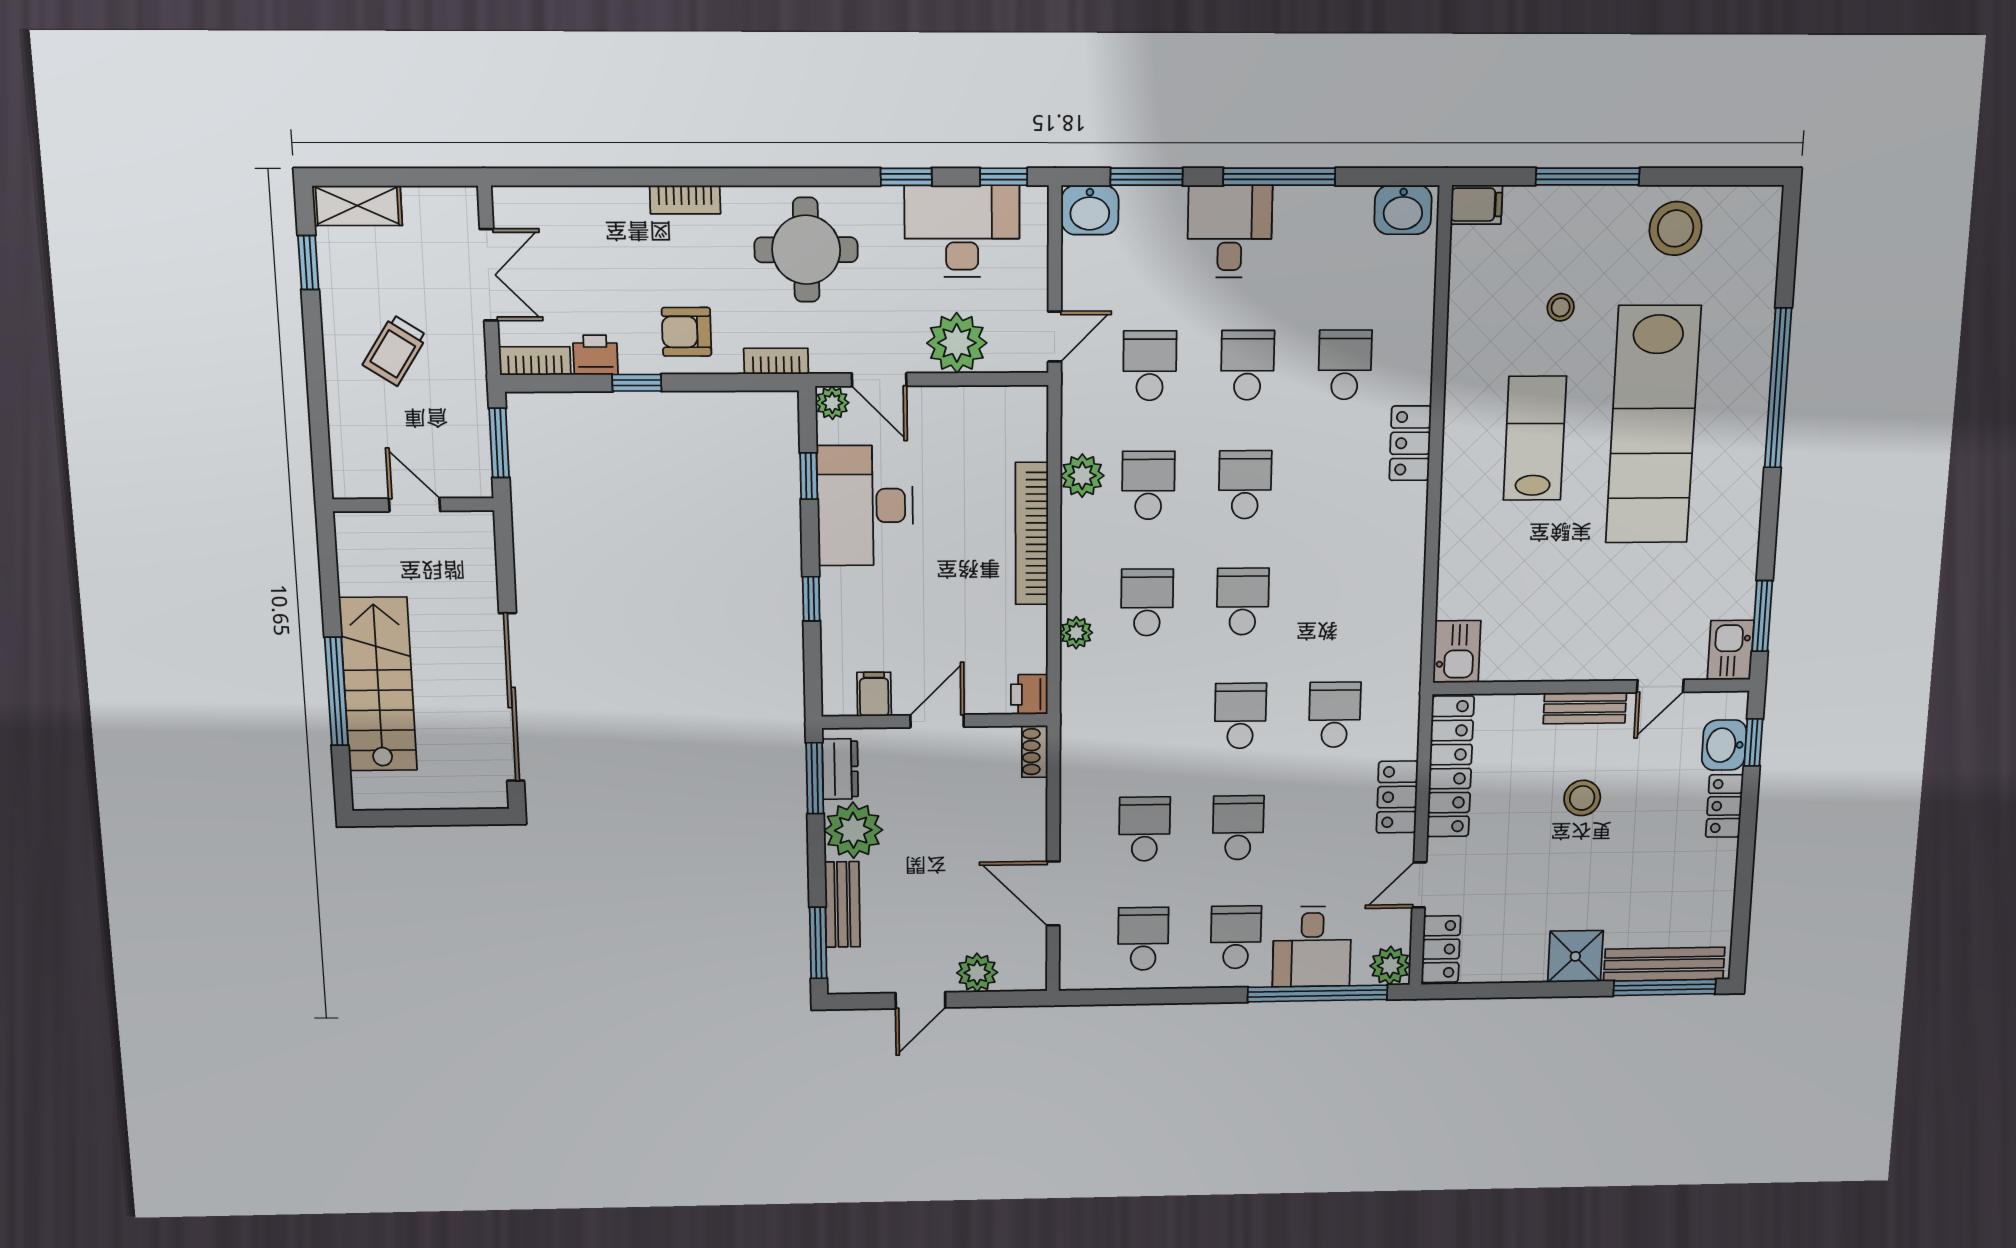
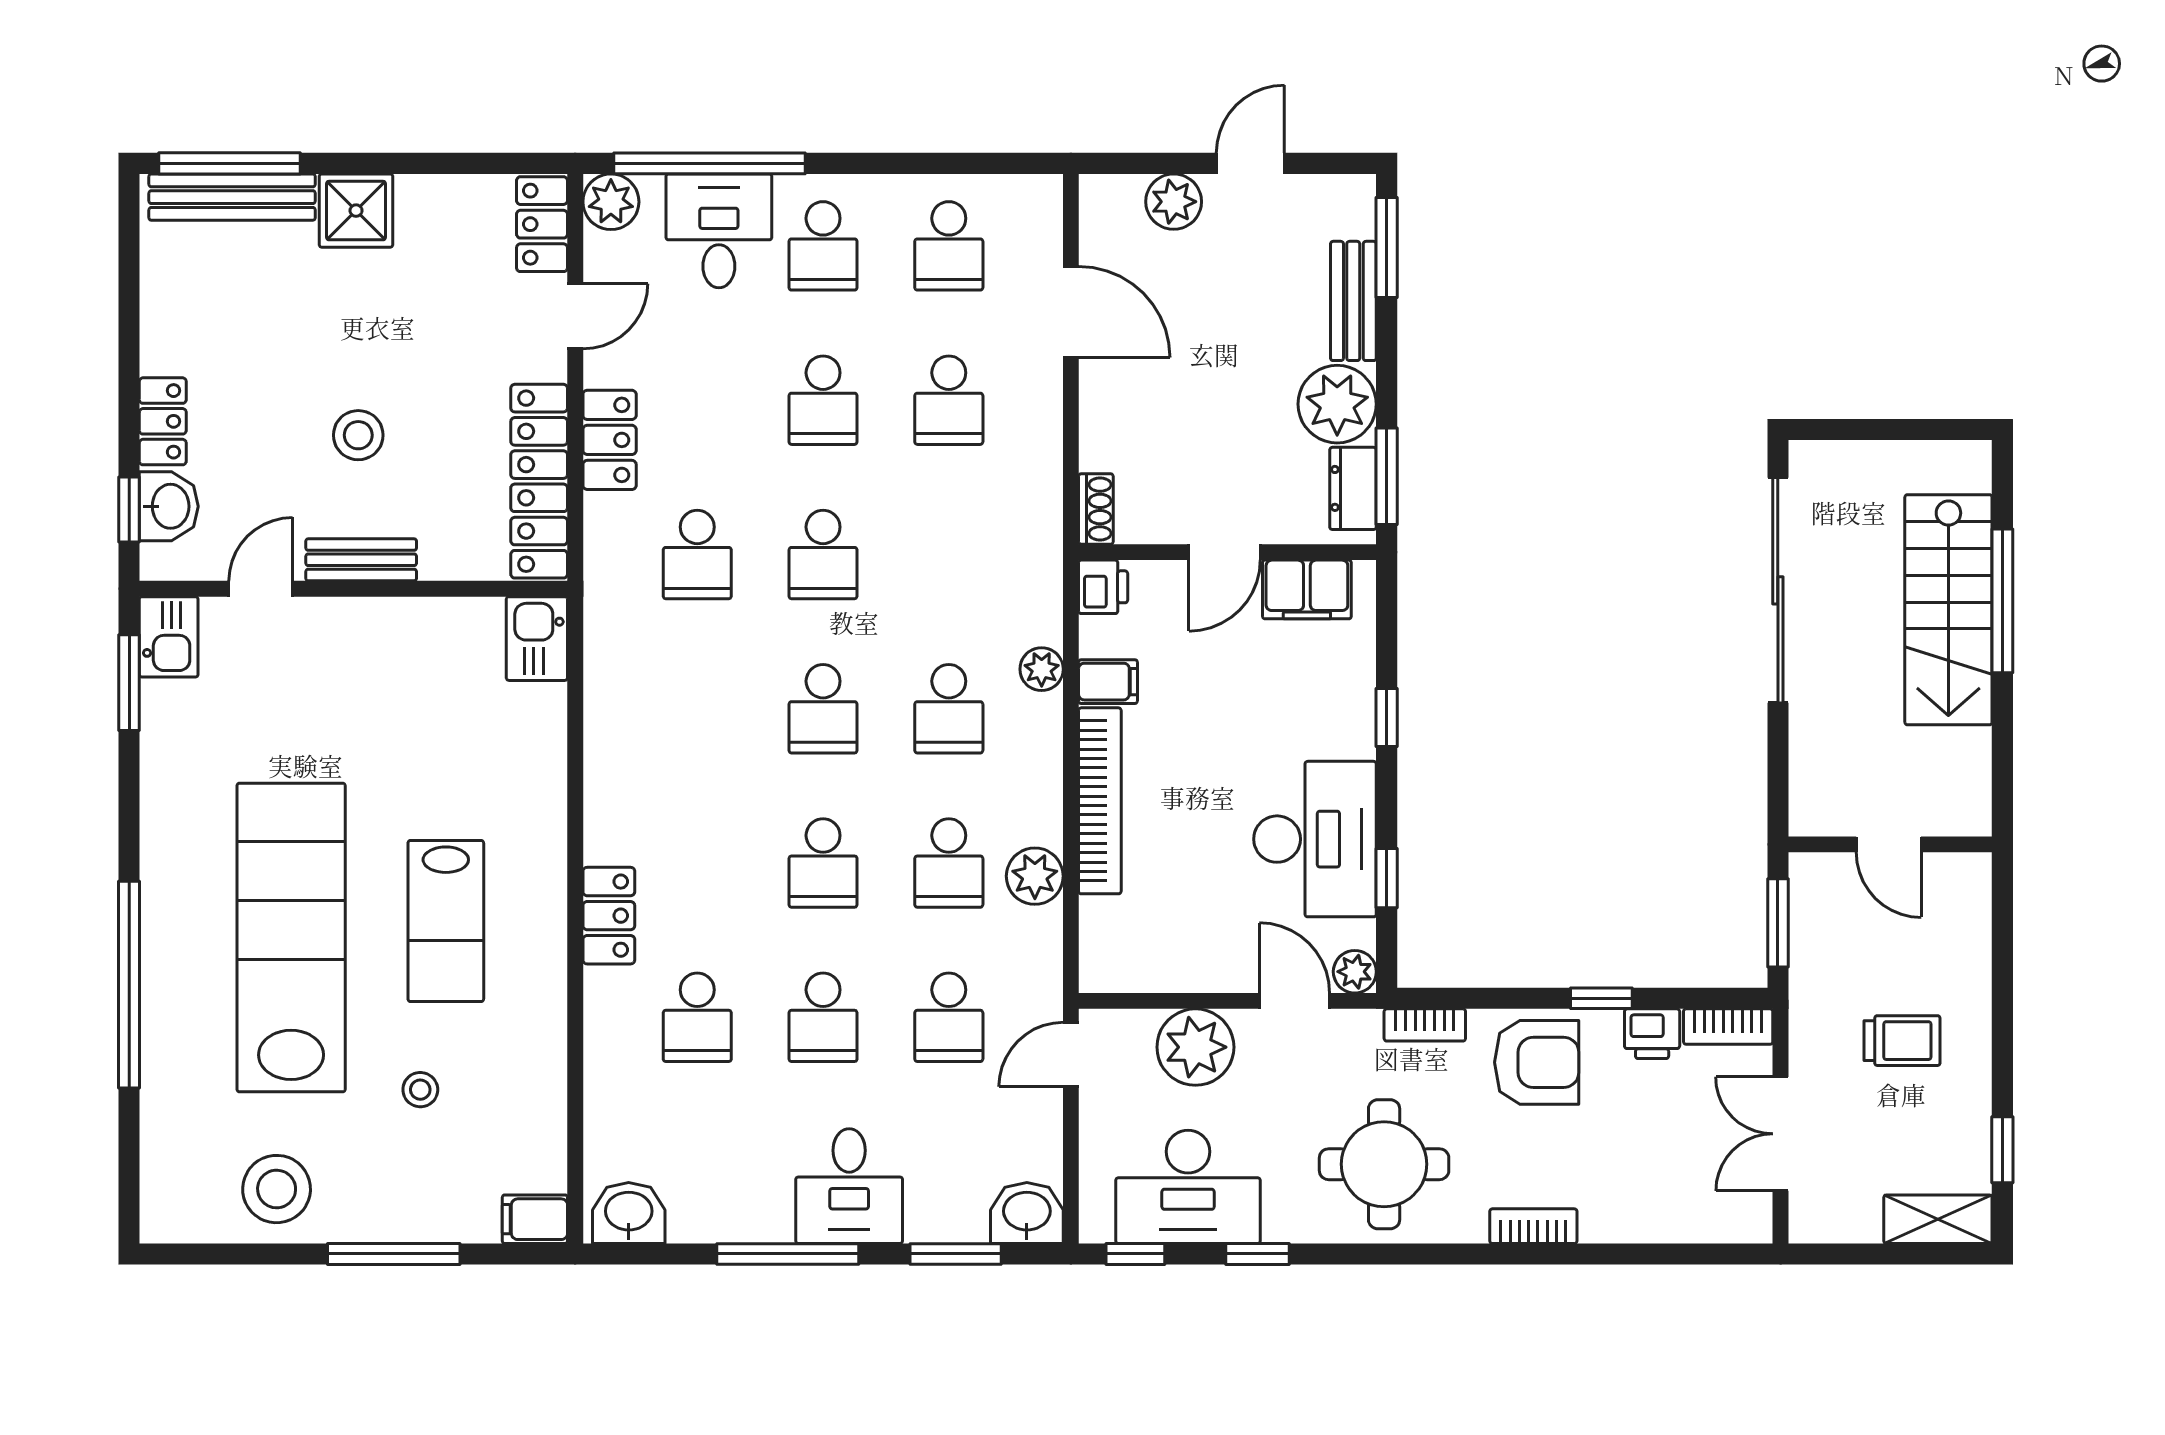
armchair: (687, 332) -> (1537, 1062), width x1.38, depth x1.38
trolley: (395, 350) -> (1902, 1041), turned 57
filing cabinet: (1026, 624) -> (1108, 682), added
filing cabinet: (874, 694) -> (1307, 589), width x2.00

